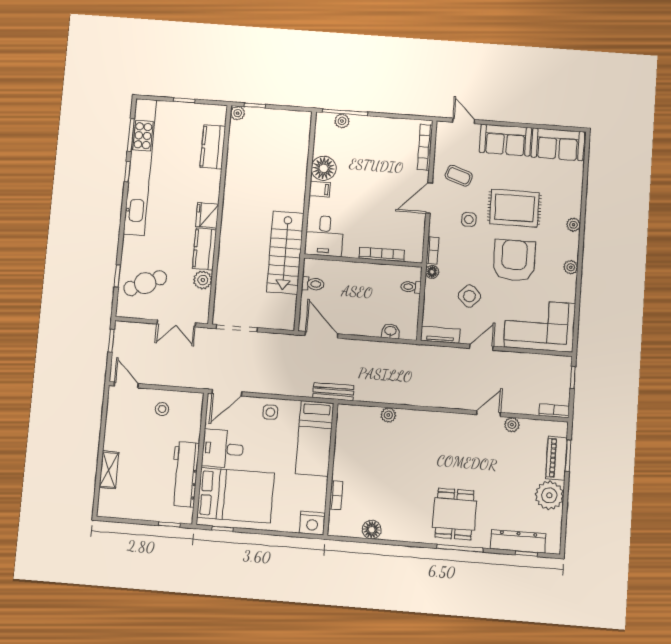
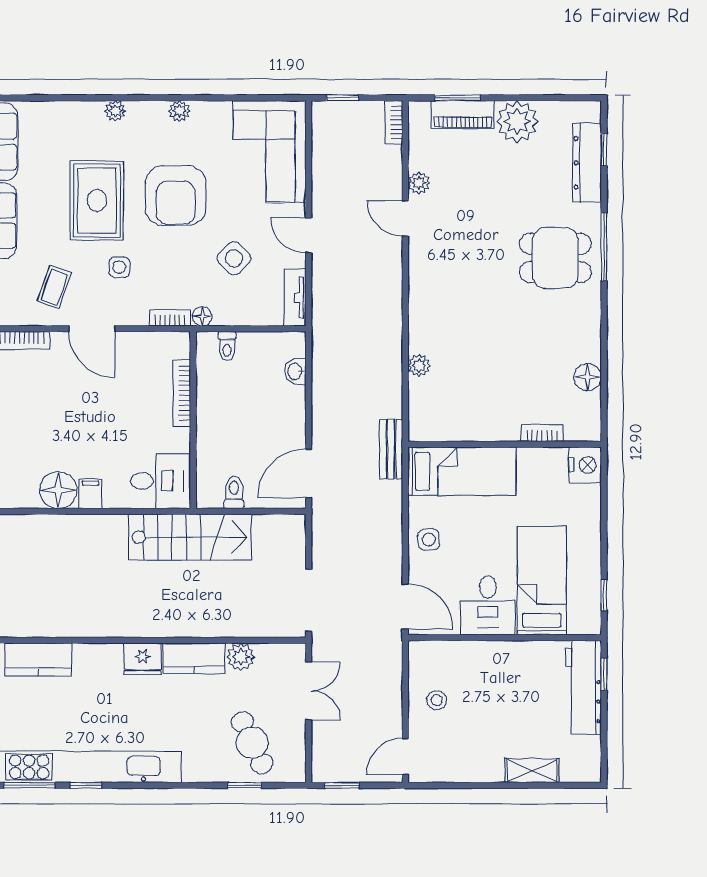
armchair: (514, 260) -> (176, 195), turned -90
workbench: (185, 474) -> (584, 687), moved, turned 90
bed: (235, 495) -> (542, 581), width x0.67

